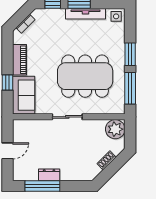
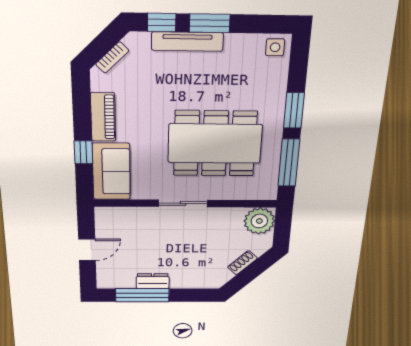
tv unit: (86, 14) -> (187, 42), moved

